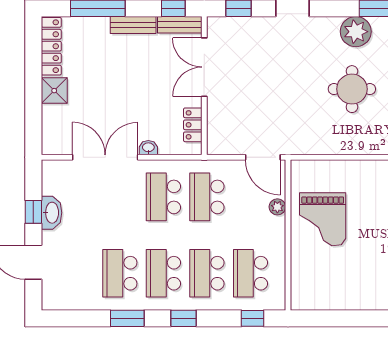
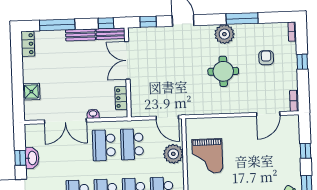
locker: (51, 46) -> (28, 44), width x0.66
shower: (54, 91) -> (31, 92), moved
double door: (105, 157) -> (65, 121), swing flipped
plant: (277, 207) -> (173, 154), width x1.88, depth x1.88

